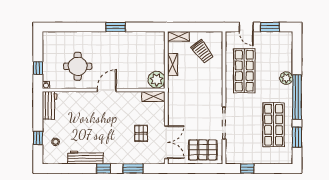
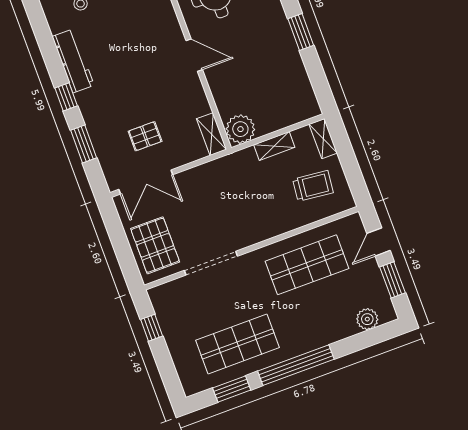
trolley: (202, 52) -> (313, 186), turned -137
plant: (286, 78) -> (367, 319), moved

